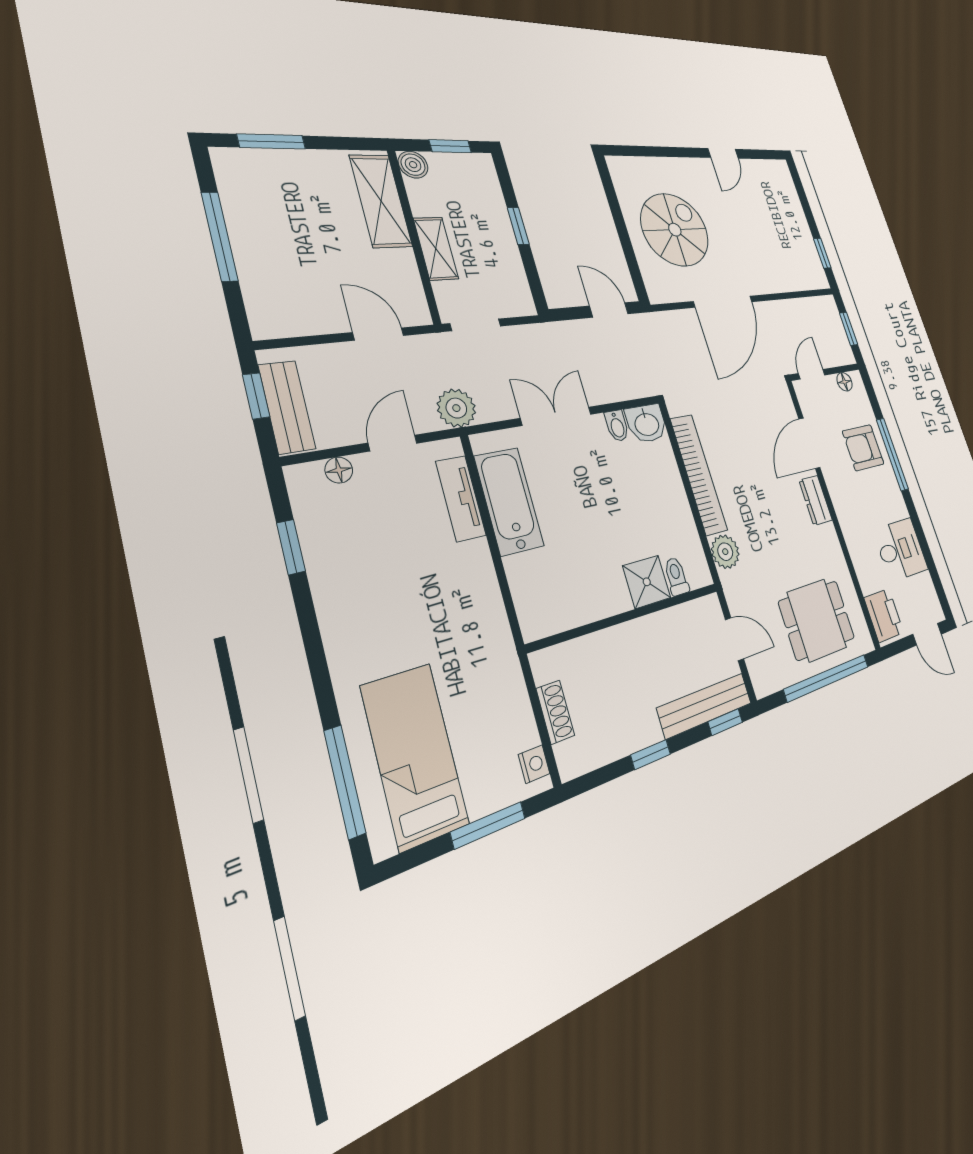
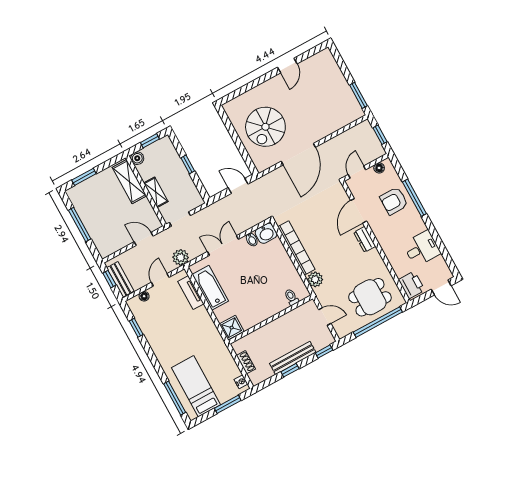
spiral stairs: (675, 230) -> (265, 127), turned 180
window: (822, 253) -> (358, 95), width x1.50
shower: (647, 582) -> (232, 328), moved
bench: (705, 705) -> (293, 358), moved

